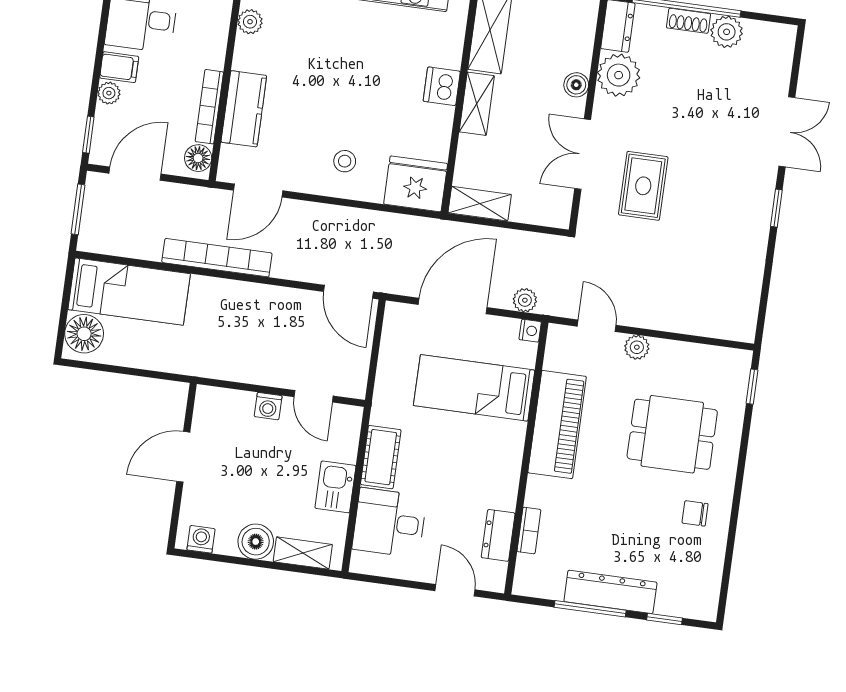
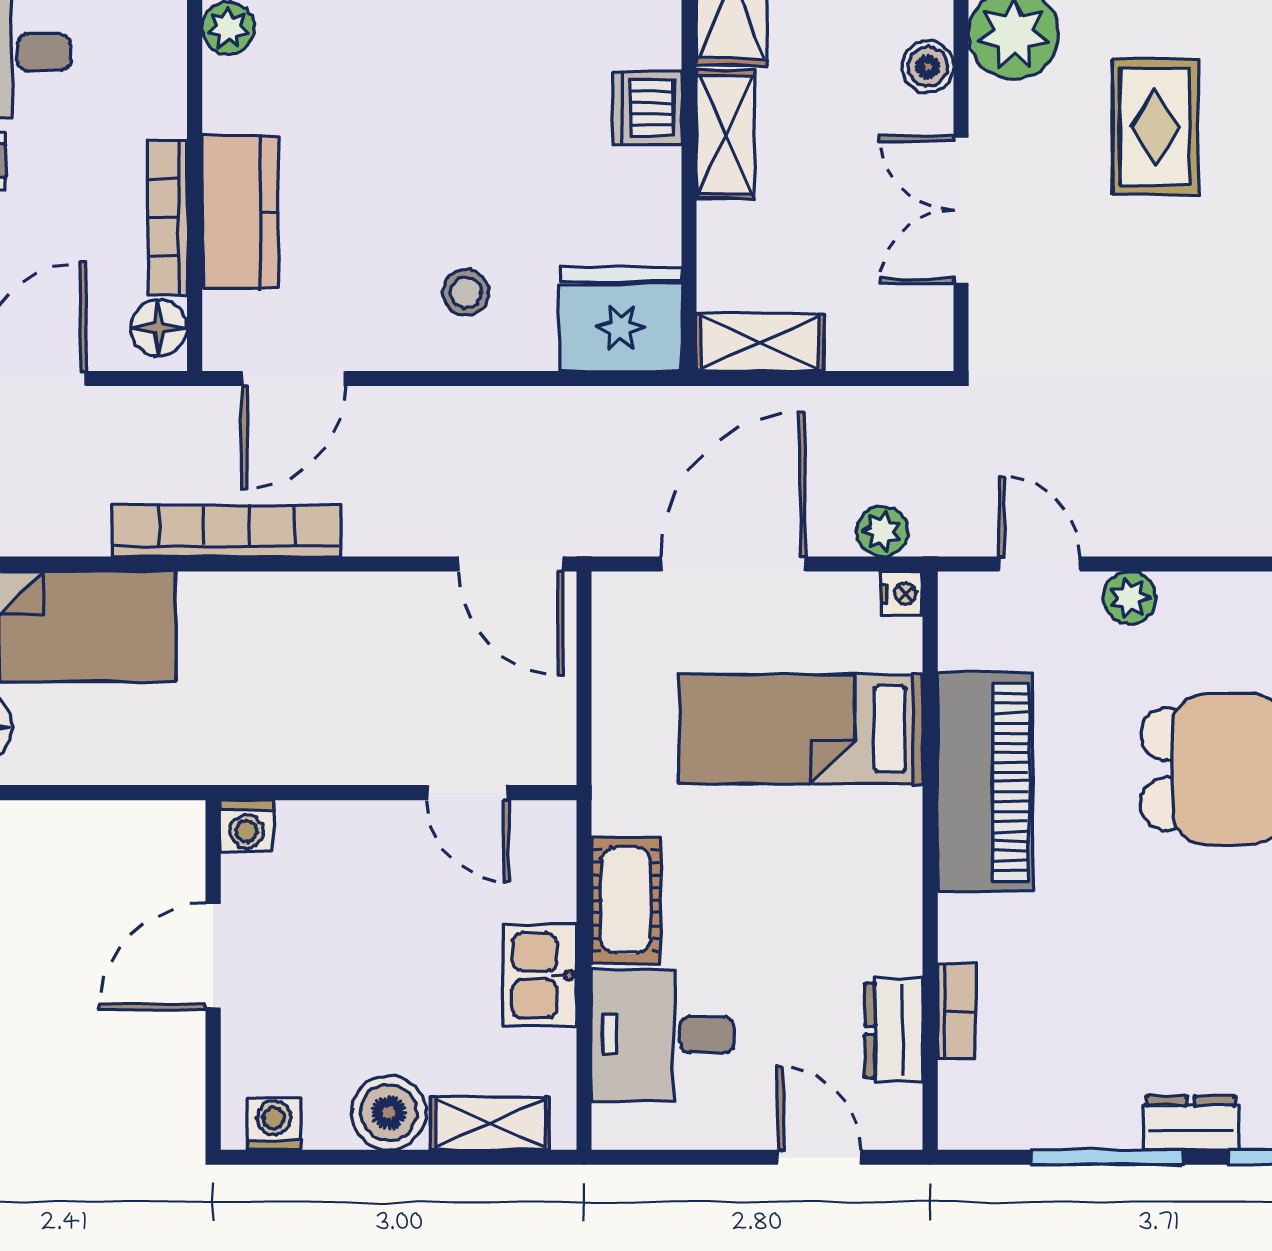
rug: (643, 186) -> (1155, 127), moved
washing machine: (268, 406) -> (247, 826), moved
dresser: (610, 592) -> (1191, 1123), width x0.51, depth x0.80

